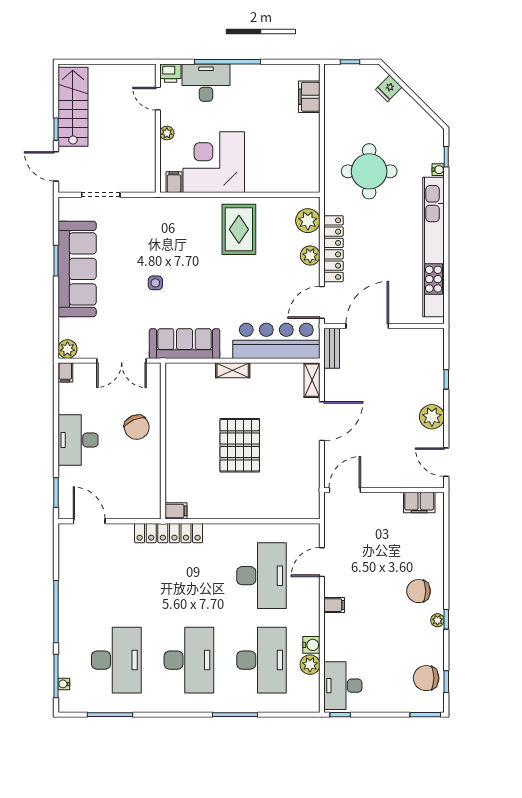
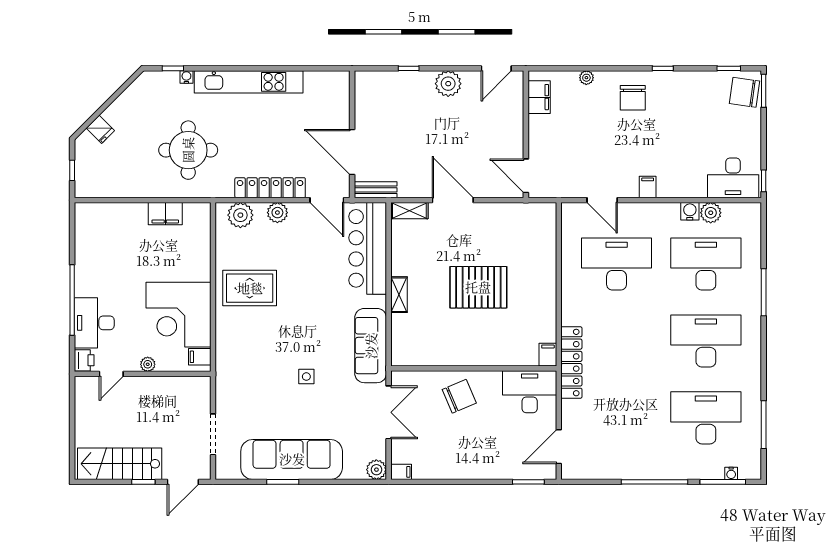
filing cabinet: (309, 97) -> (165, 214), moved
kitchen unit: (434, 247) -> (249, 82), width x0.73
desk: (78, 440) -> (530, 392), moved, turned 180
plant: (437, 620) -> (586, 78), moved
chair: (426, 678) -> (745, 92), moved, turned 98

